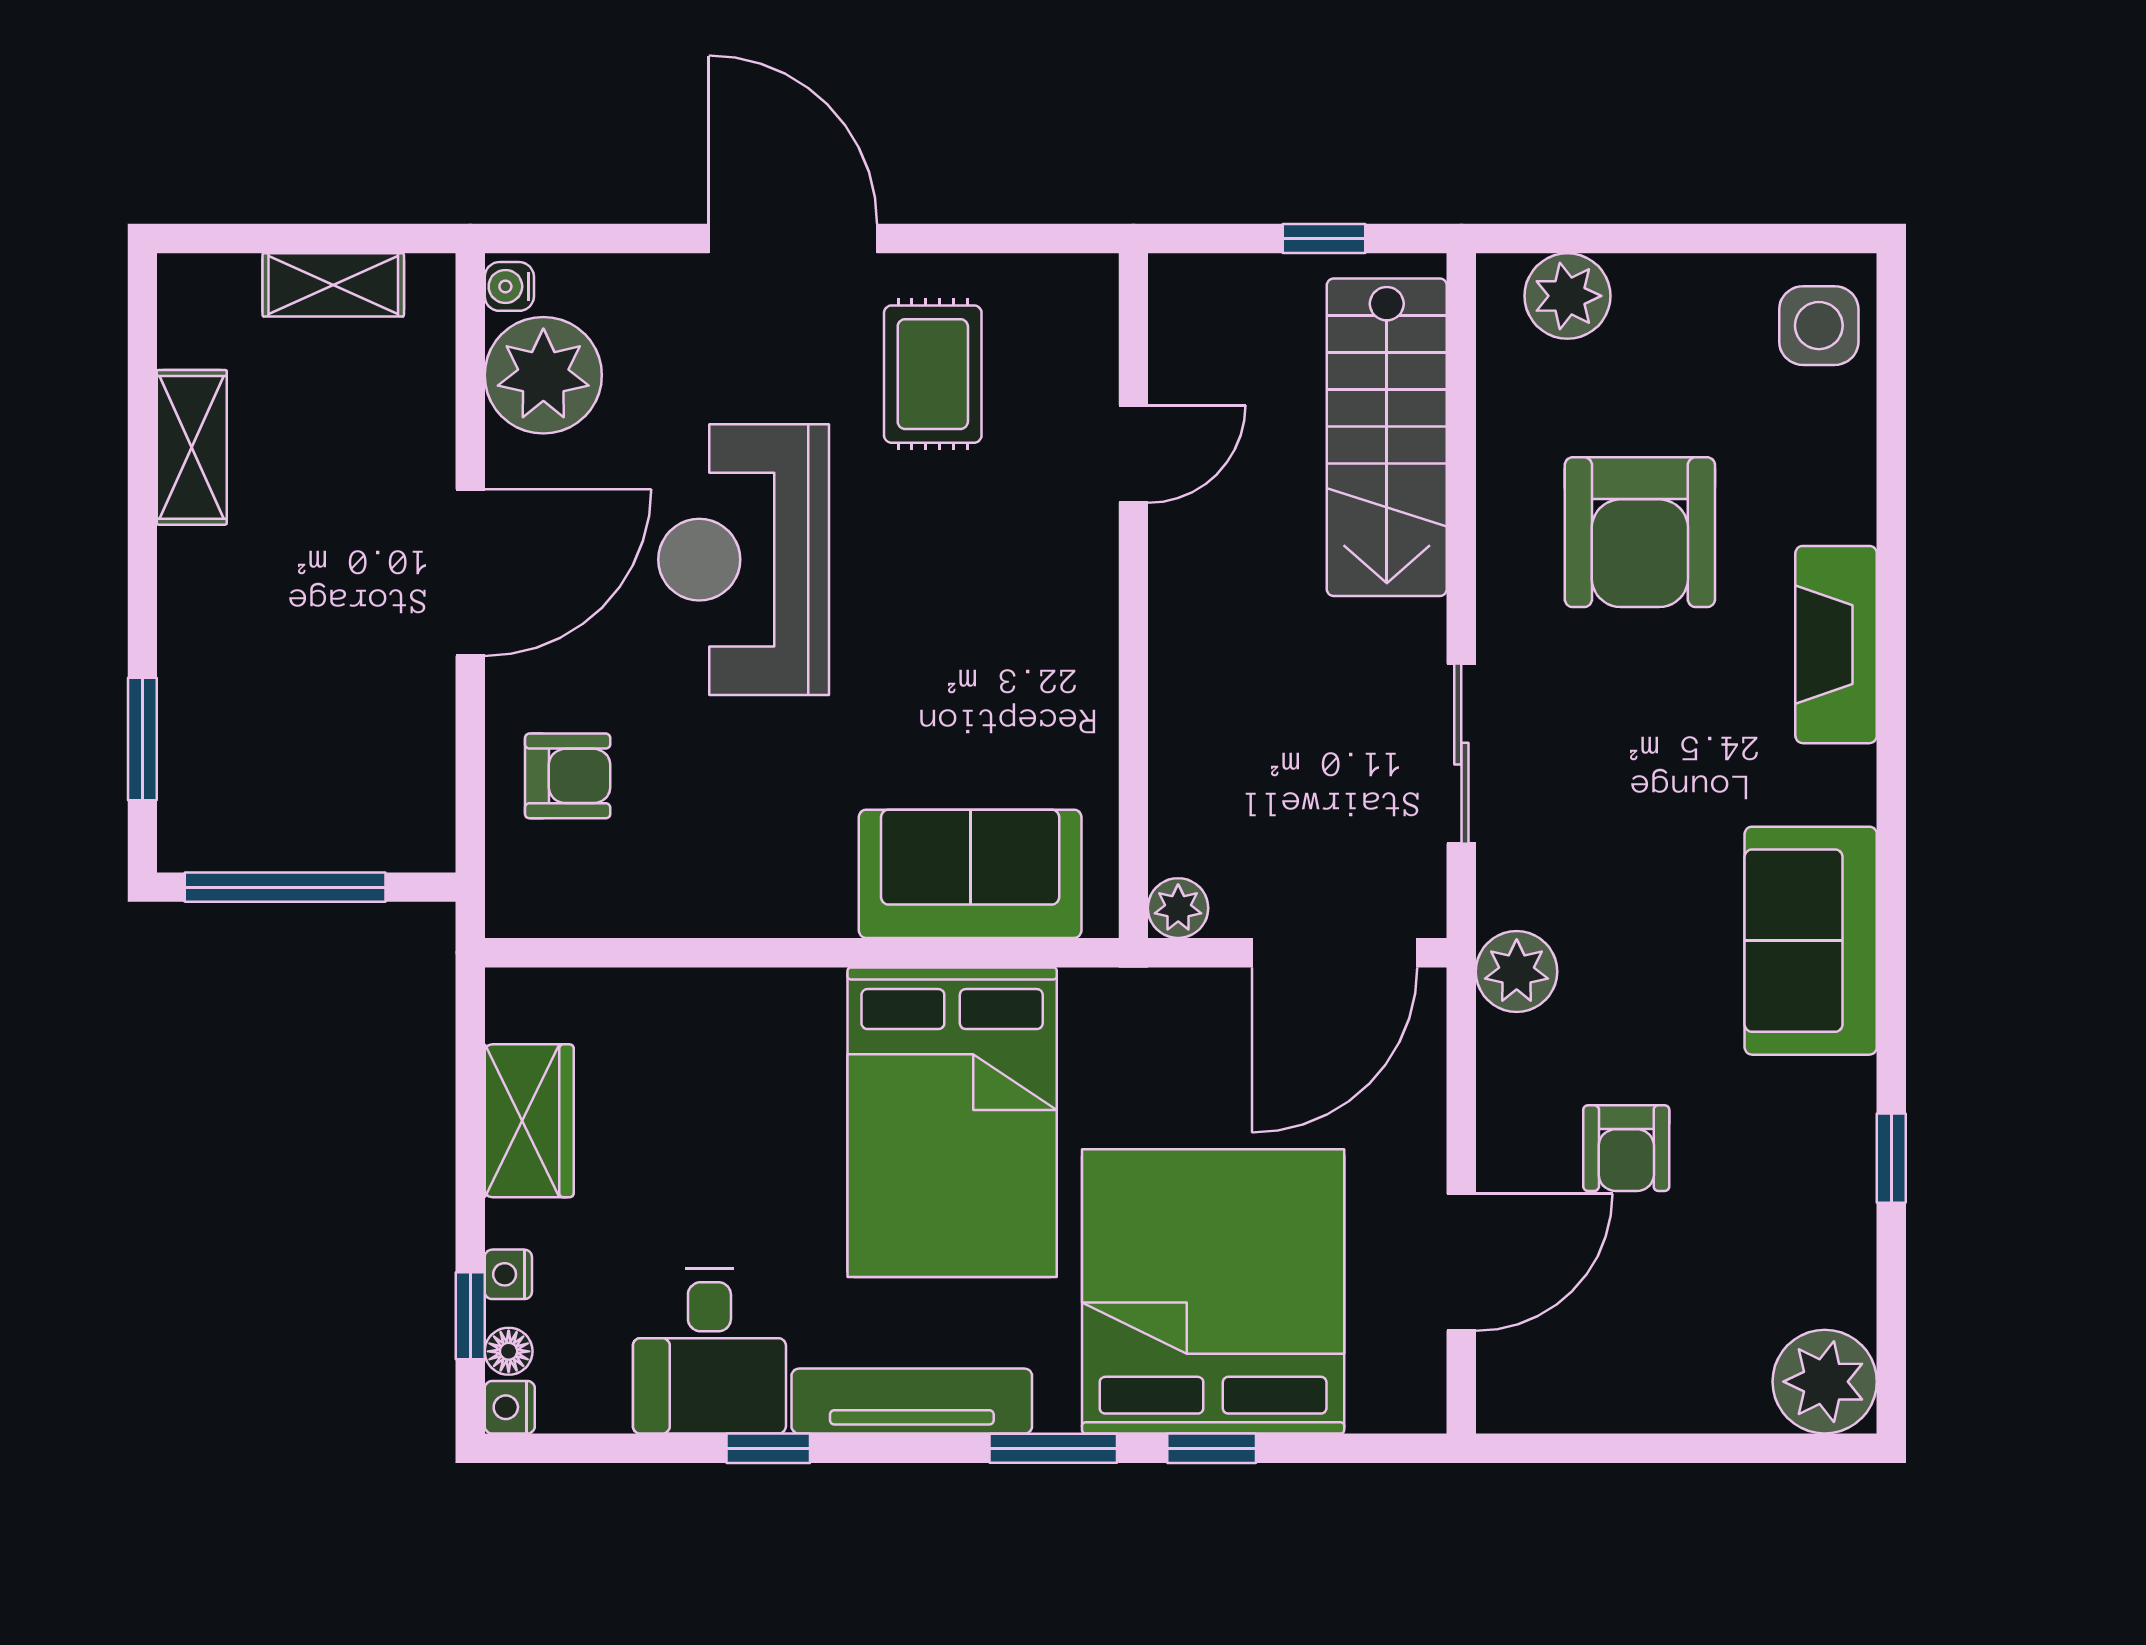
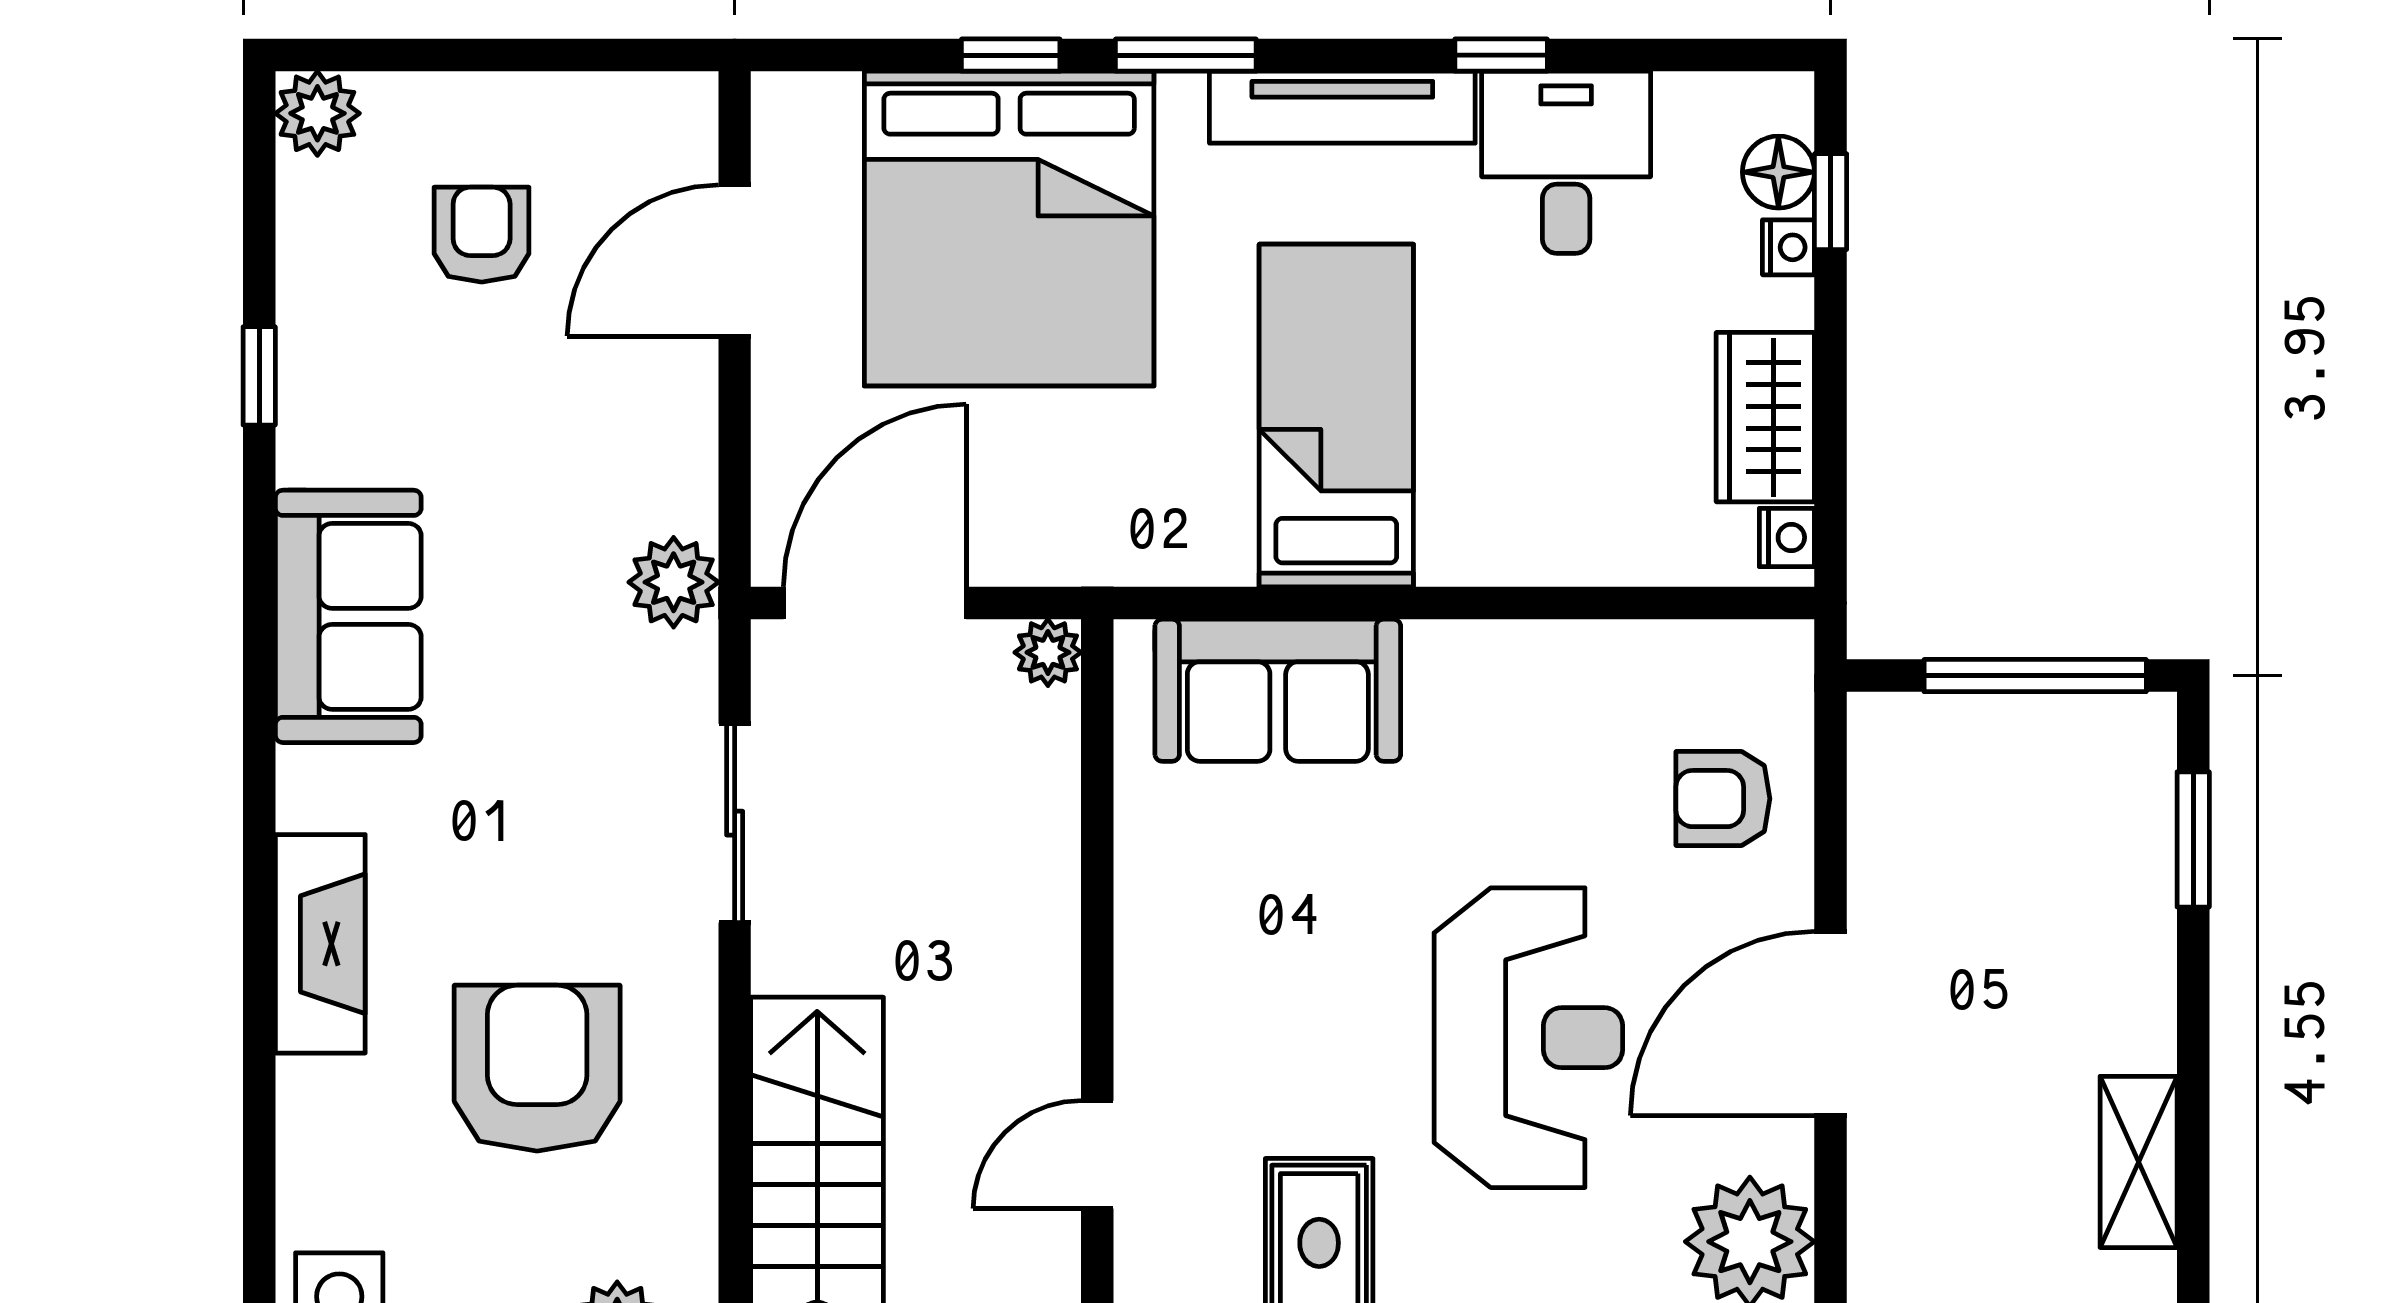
bed: (952, 1122) -> (1336, 416), width x0.67
armchair: (1626, 1148) -> (482, 235), moved
floor lamp: (509, 1351) -> (1778, 172), width x1.37, depth x1.37
plant: (1825, 1382) -> (317, 113), width x0.73, depth x0.73
nightstand: (510, 1407) -> (1787, 537), moved

